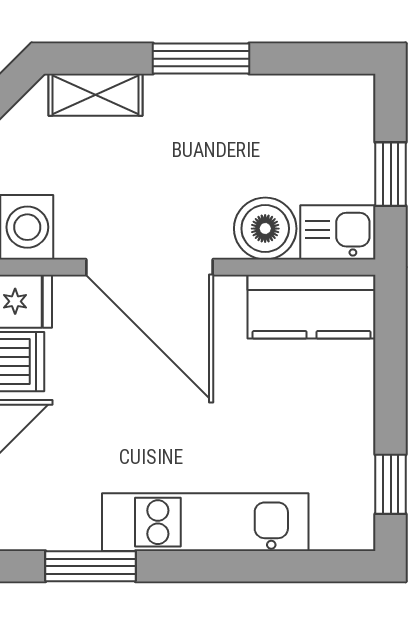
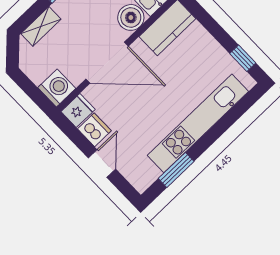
kitchen unit: (205, 522) -> (198, 123), width x1.36

